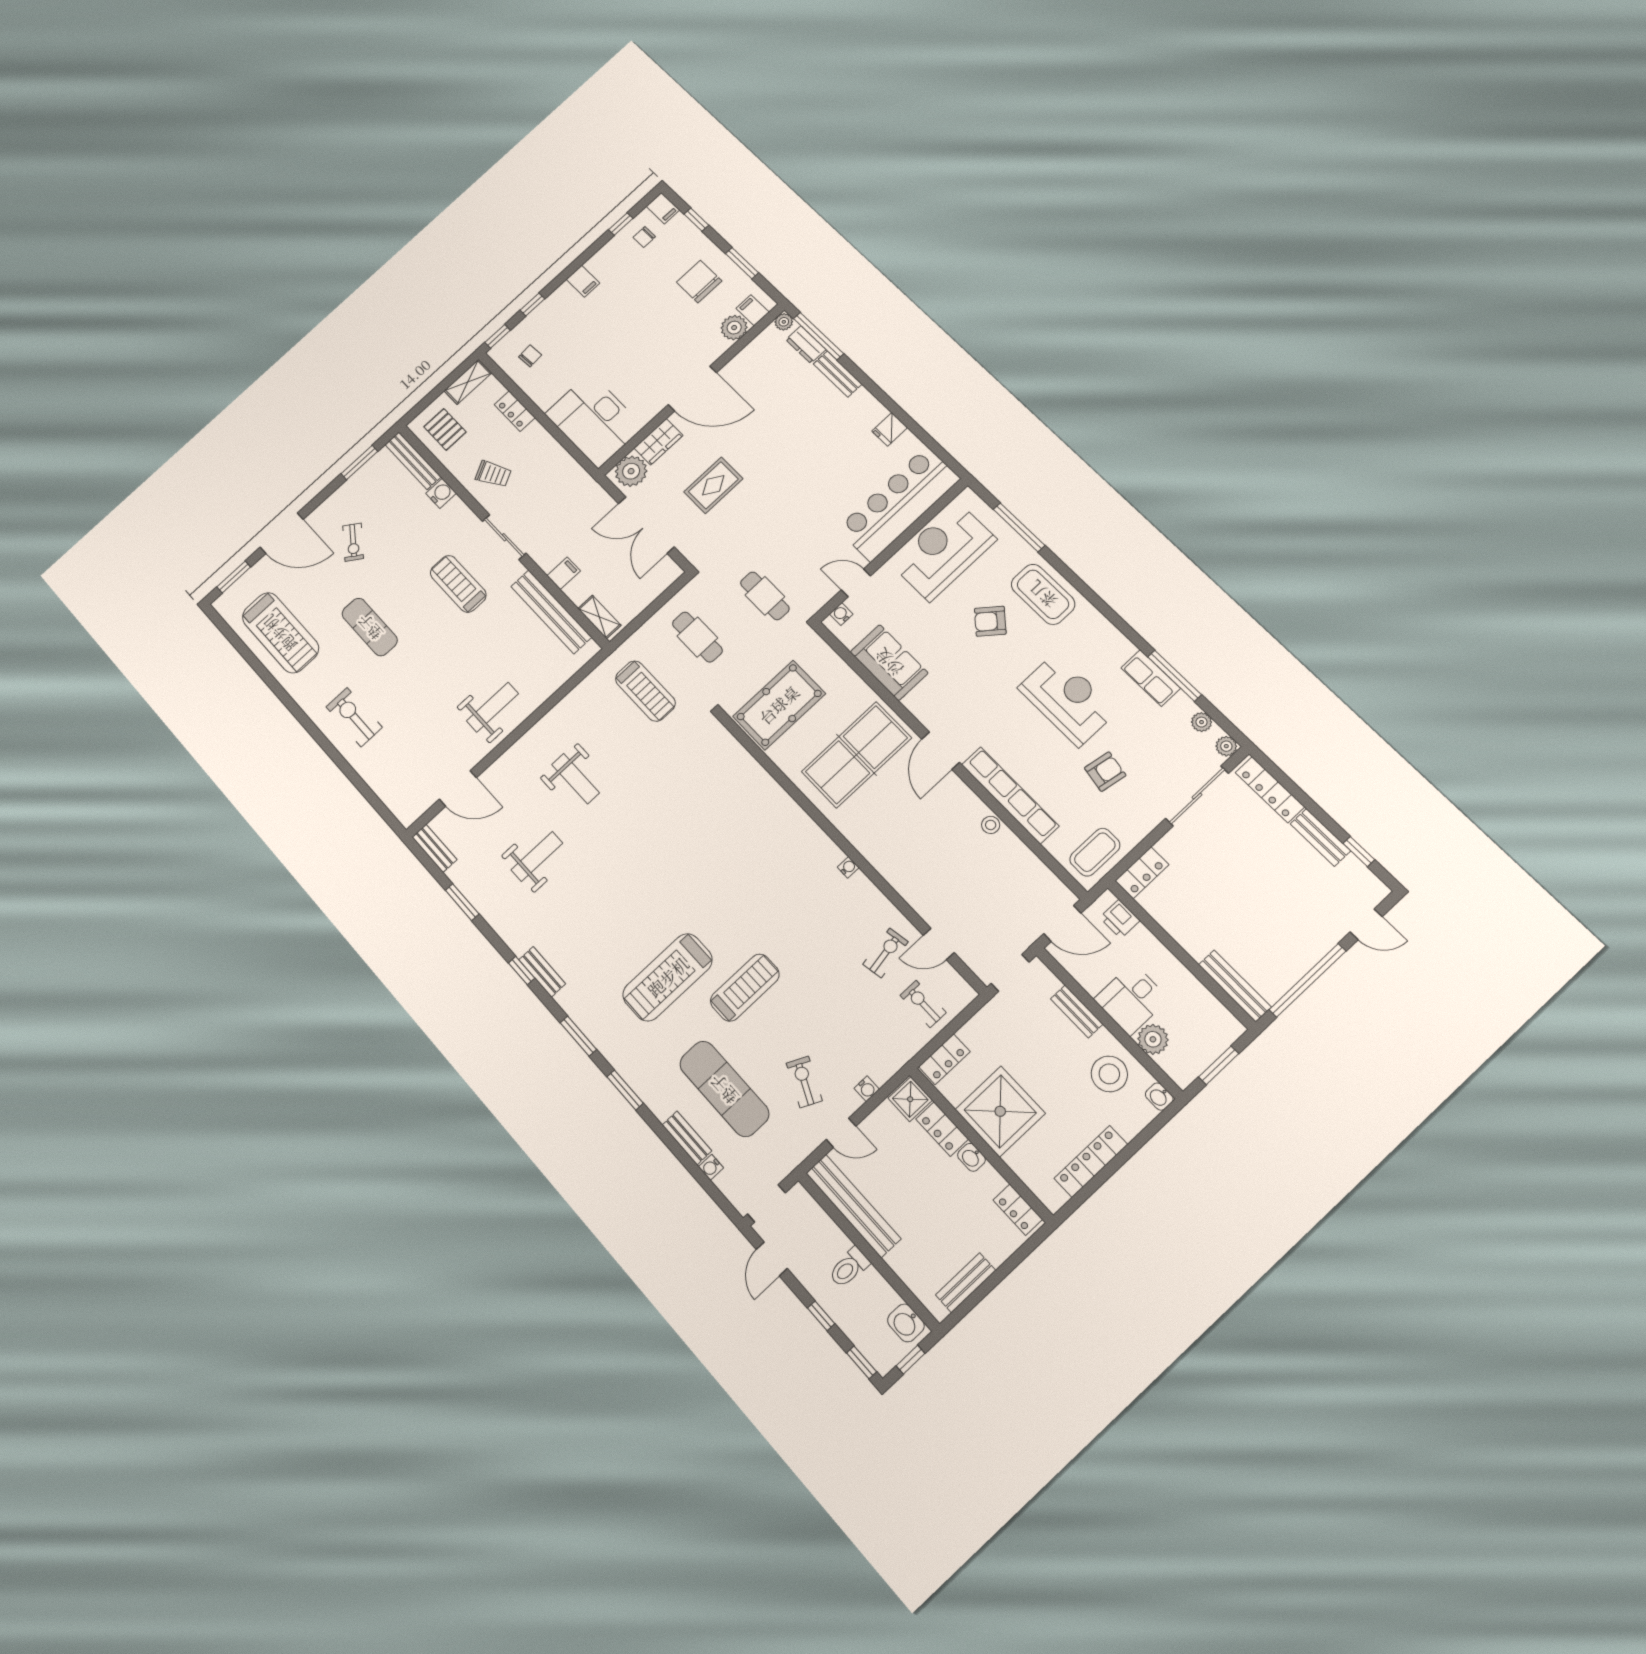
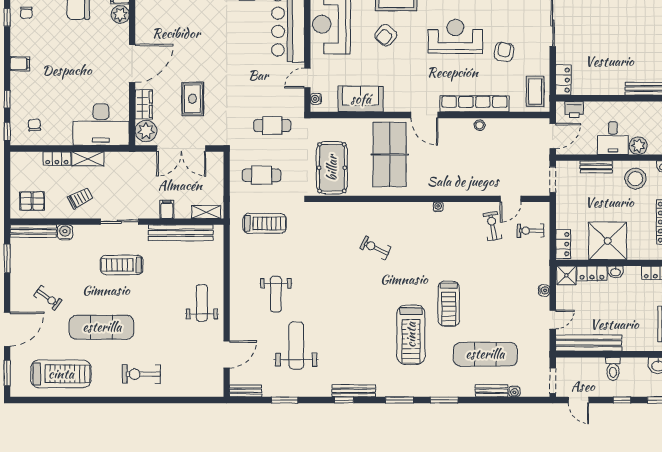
shelving: (468, 382) -> (88, 159), moved, turned 90
exercise mat: (370, 627) -> (102, 327), width x1.36, depth x1.45
weight bench: (576, 779) -> (276, 294), turned 90
weight bench: (537, 856) -> (296, 345), width x1.36, depth x1.33
bench: (542, 972) -> (354, 391), width x1.36
treadmill: (745, 988) -> (449, 304), turned 180
exercise bike: (804, 1082) -> (375, 248), moved

